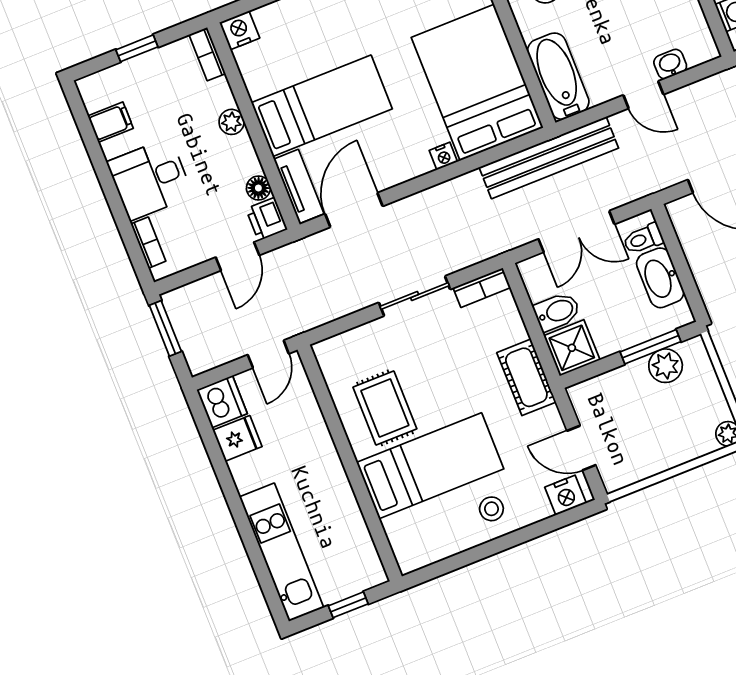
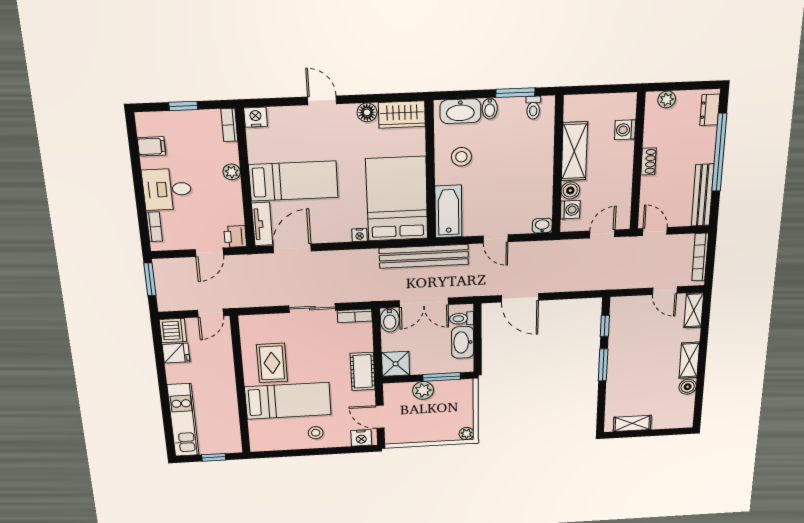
washbasin: (670, 64) -> (542, 226), moved
floor lamp: (258, 188) -> (236, 217), removed
bidet: (557, 312) -> (390, 320), moved, turned 90
plant: (666, 366) -> (423, 390), moved

